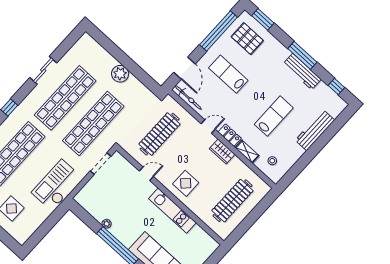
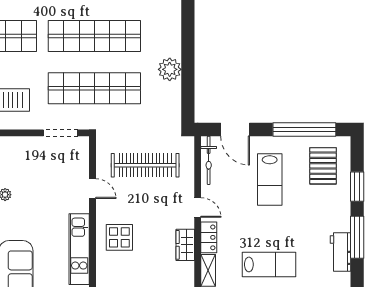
window: (263, 19) -> (357, 187), moved
door: (185, 68) -> (235, 130), hinge flipped
workbench: (302, 72) -> (341, 252), width x0.73
lab bench: (228, 74) -> (270, 179), turned 180

